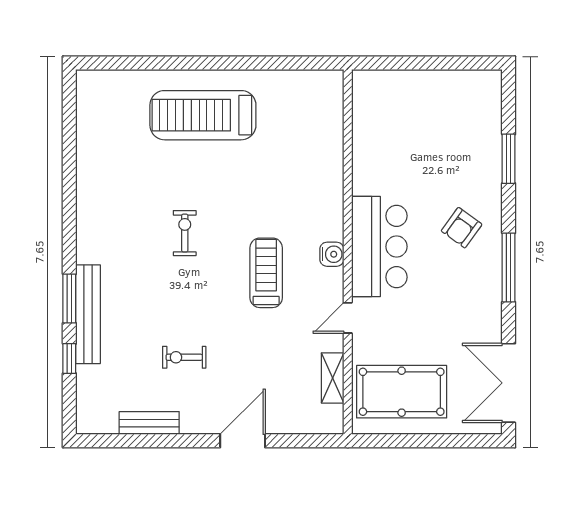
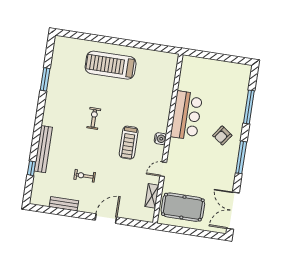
window: (509, 159) -> (249, 107), width x1.44
bar counter: (379, 247) -> (186, 116), moved
treadmill: (266, 273) -> (129, 143), turned 180
window: (69, 298) -> (45, 79), moved

